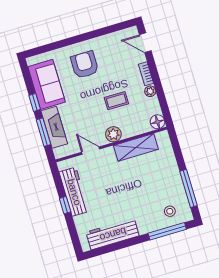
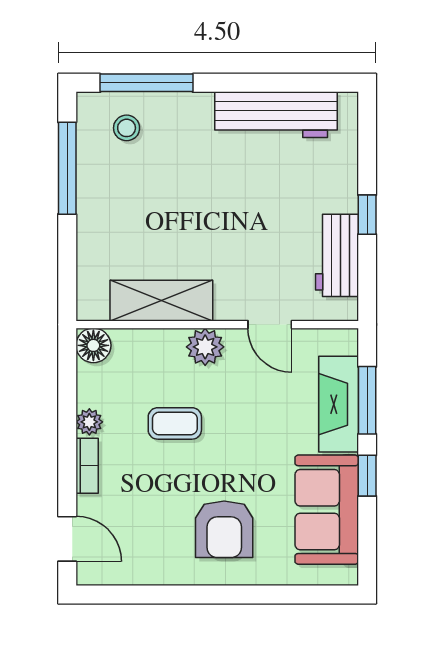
workbench: (74, 192) -> (337, 255), width x0.73

